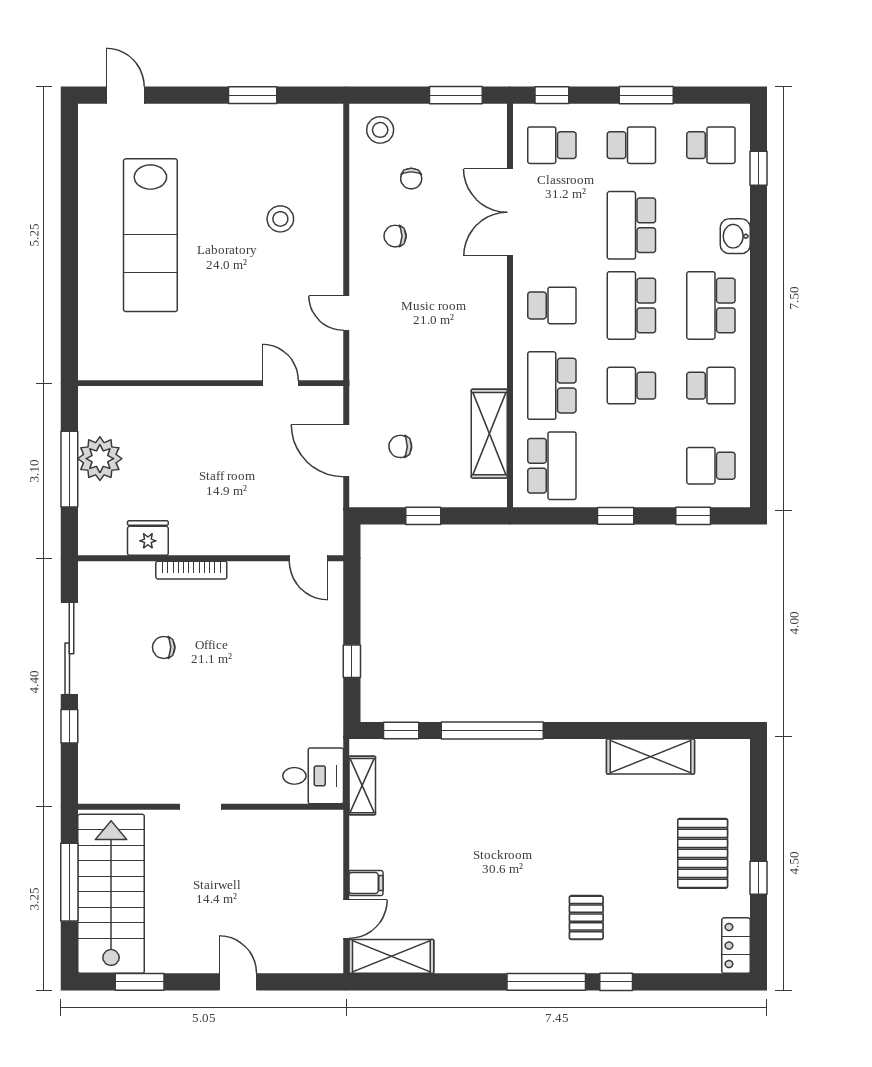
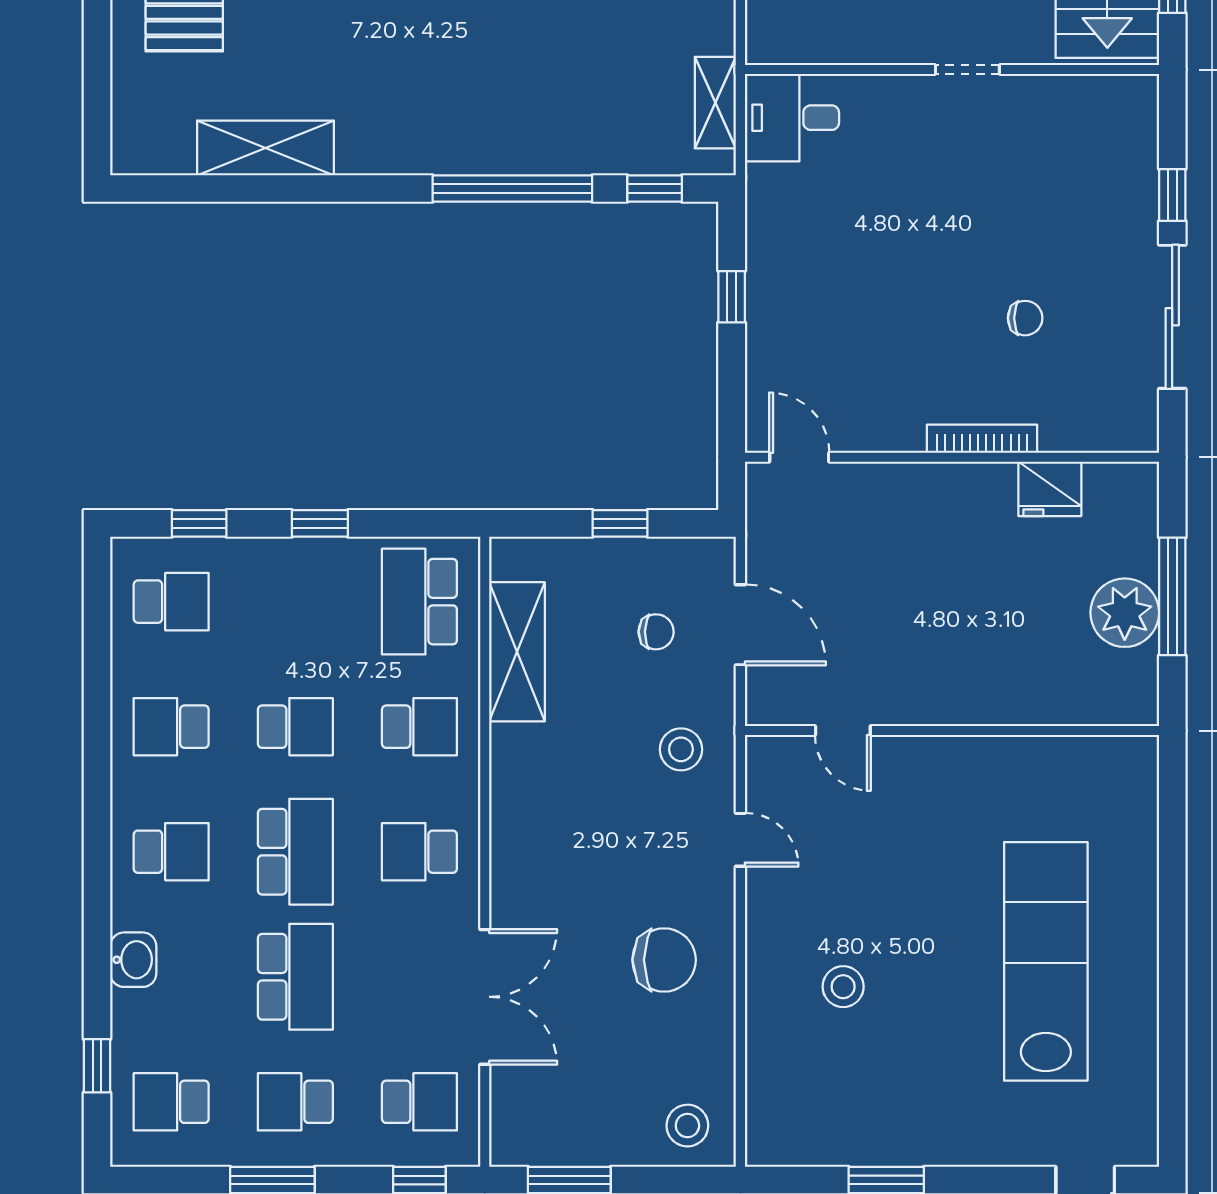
chair: (411, 179) -> (639, 1050), removed
chair: (395, 236) -> (664, 960), width x1.87, depth x1.87
school desk: (711, 305) -> (171, 852), width x0.54
stool: (384, 371) -> (681, 749), added
school desk: (552, 386) -> (419, 727), width x0.54

